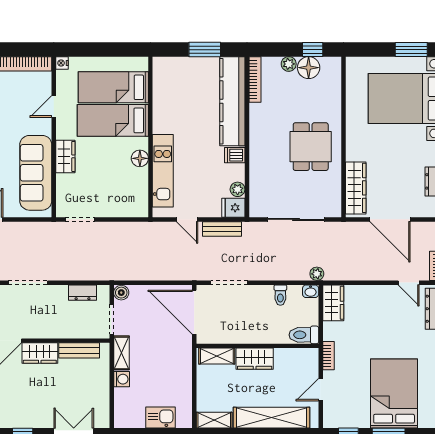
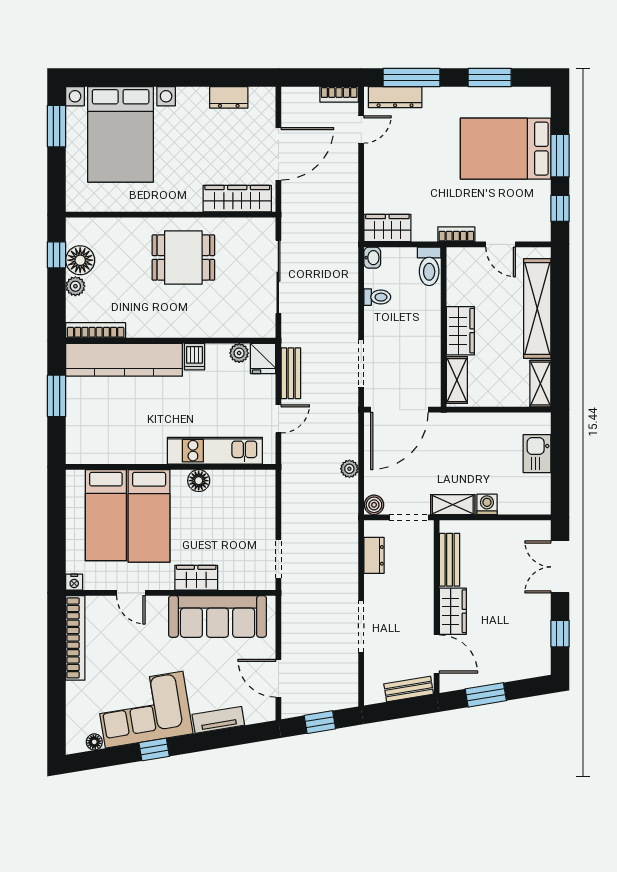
plant: (317, 274) -> (349, 469), moved

